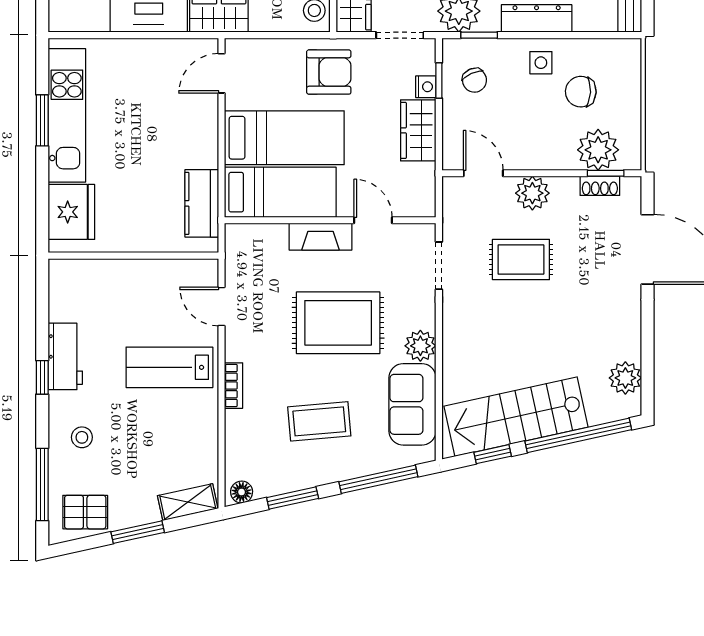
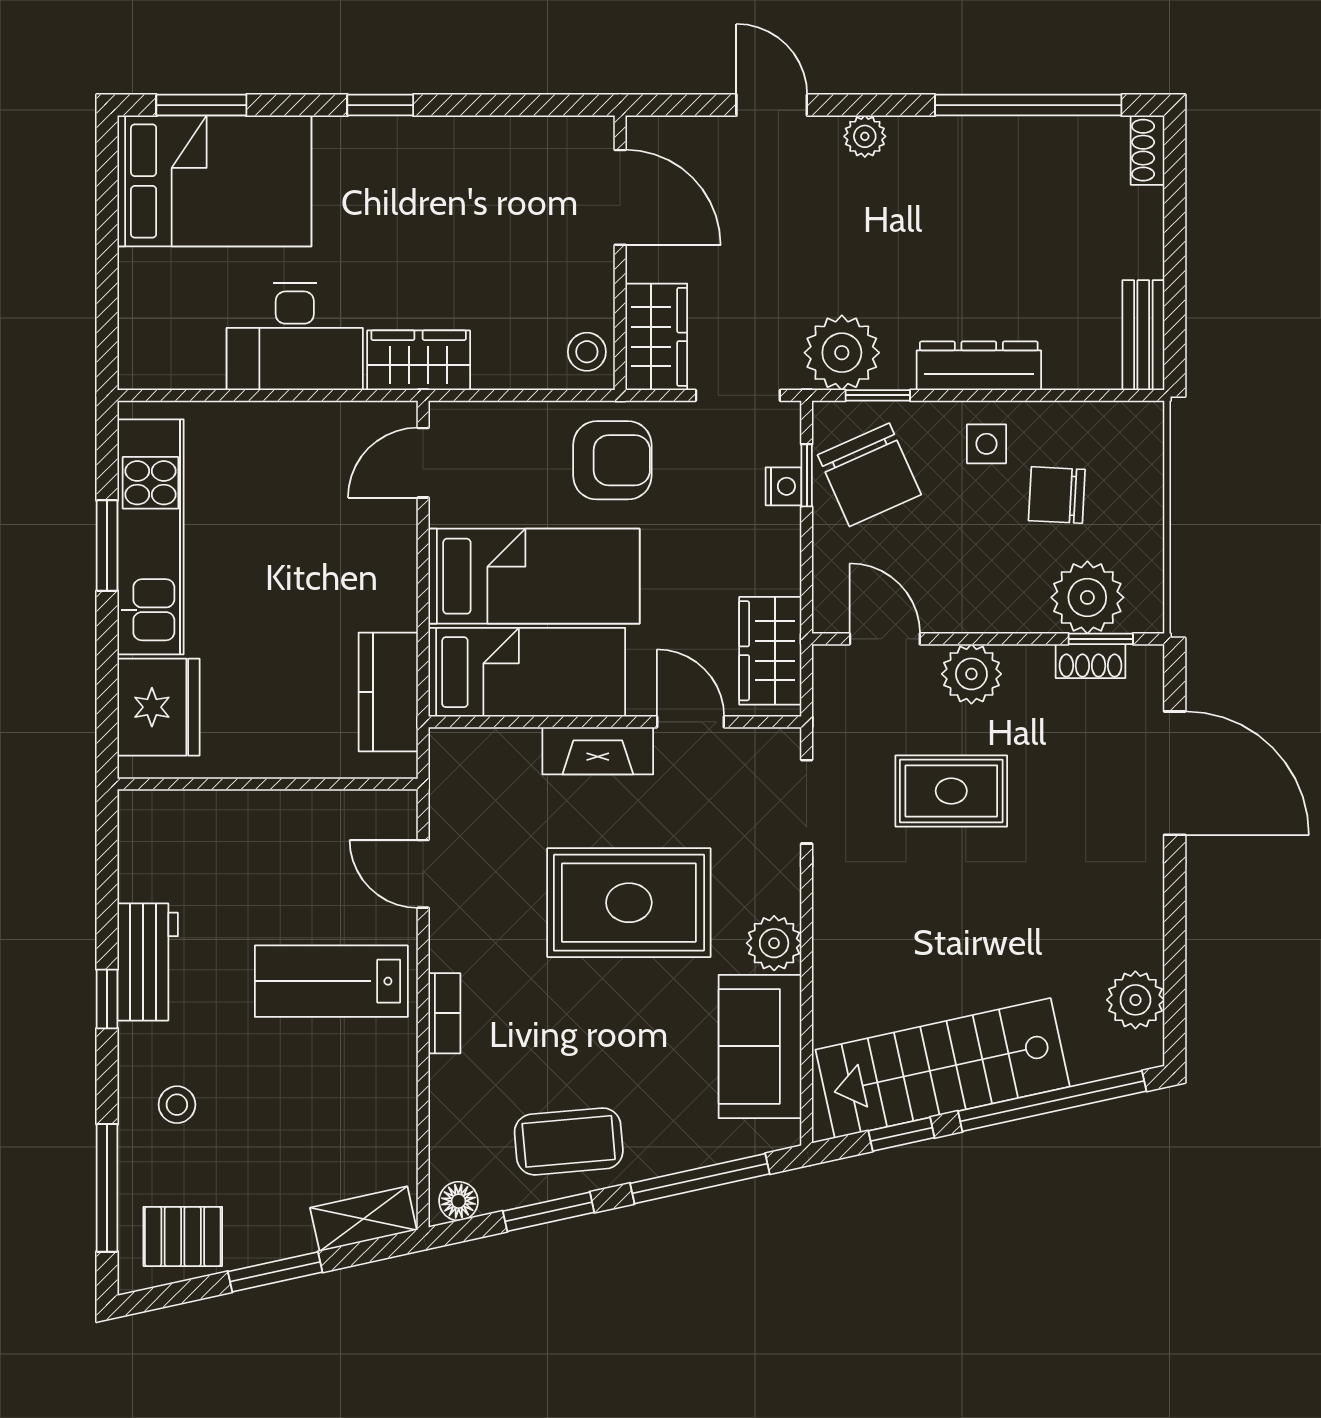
chair: (474, 80) -> (869, 475), width x1.87, depth x1.87
wardrobe: (418, 130) -> (770, 651), moved
coffee table: (319, 421) -> (569, 1141), moved

